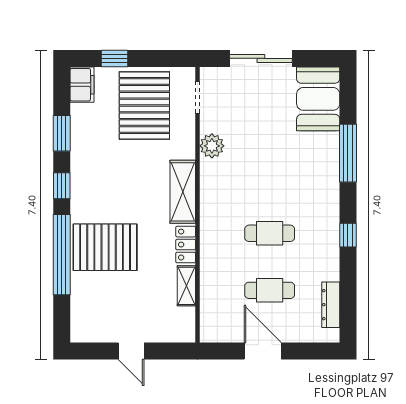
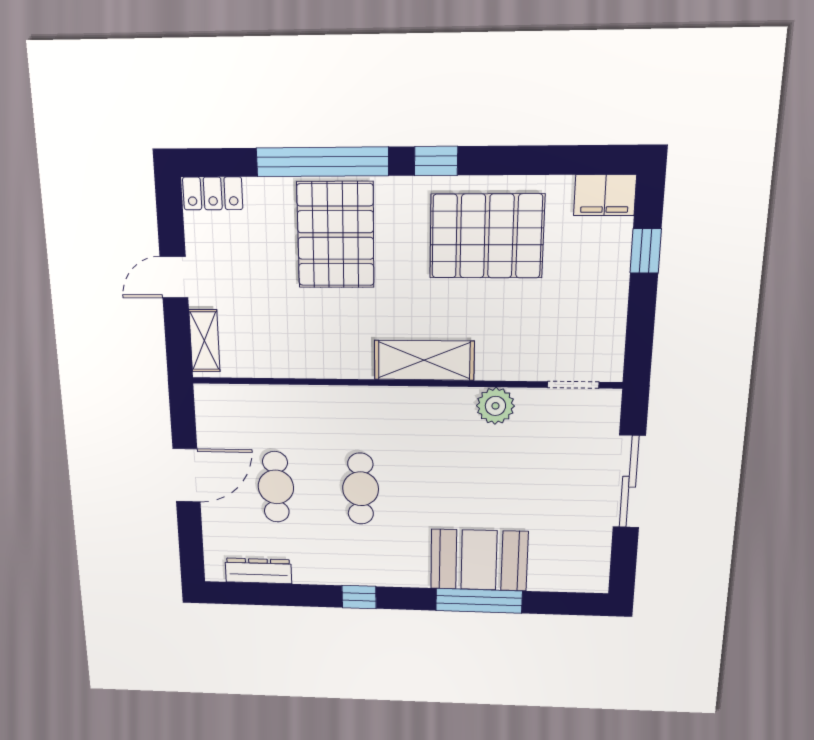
booth: (318, 99) -> (479, 560), moved
pallet: (144, 105) -> (487, 236), moved
window: (62, 133) -> (524, 160), removed
locker: (186, 245) -> (213, 193), moved, turned 180
shelving: (186, 286) -> (204, 341), moved, turned 90

